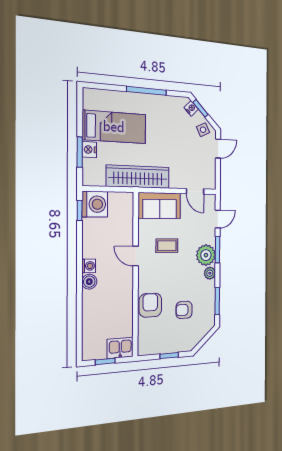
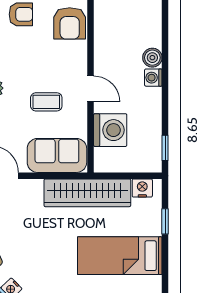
nightstand: (89, 150) -> (142, 188), moved, turned -90
window: (80, 152) -> (165, 221), width x0.67
washing machine: (95, 204) -> (110, 130), moved, turned 180

